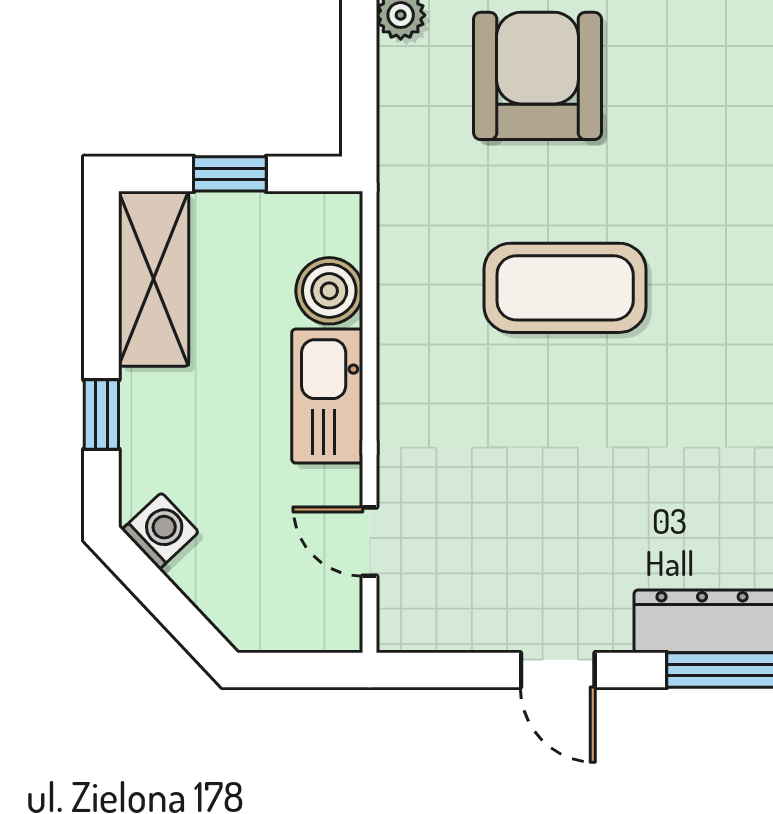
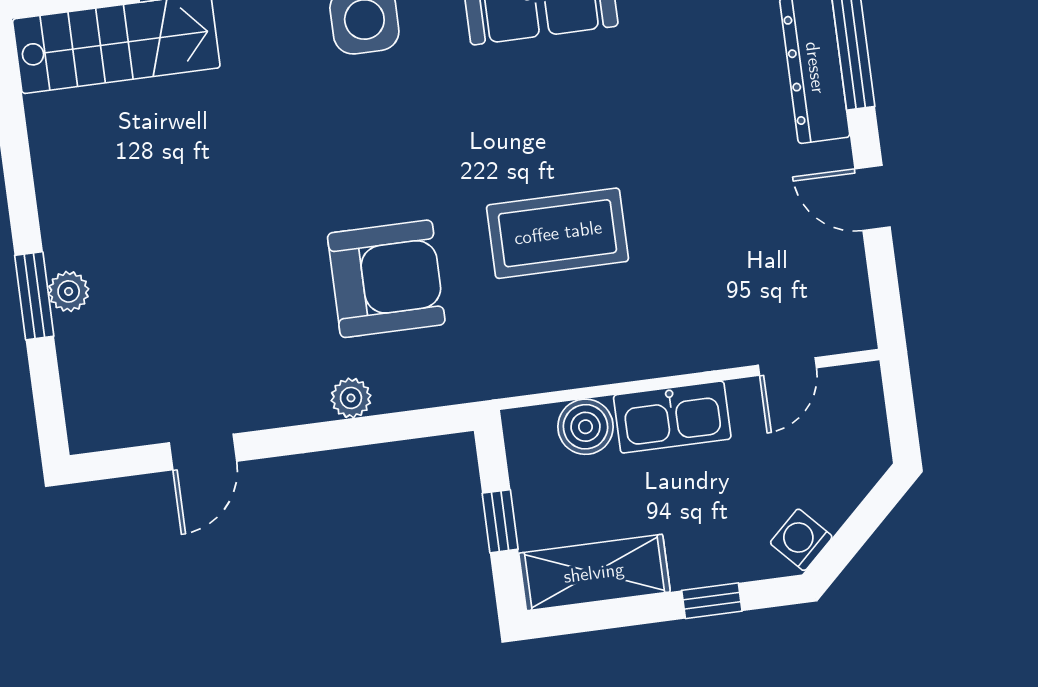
armchair: (537, 76) -> (386, 279), turned 180
coffee table: (565, 288) -> (558, 233), turned 90
door: (558, 670) -> (873, 198), swing flipped

